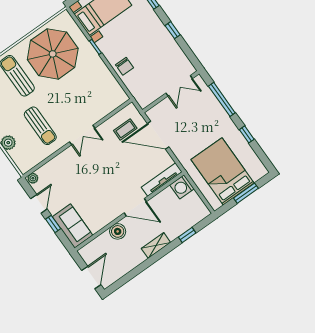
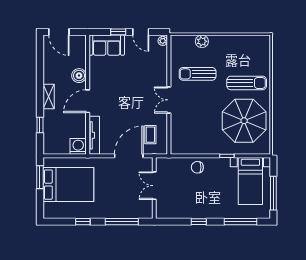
double door: (179, 86) -> (154, 186), moved
window: (246, 193) -> (40, 177), moved

